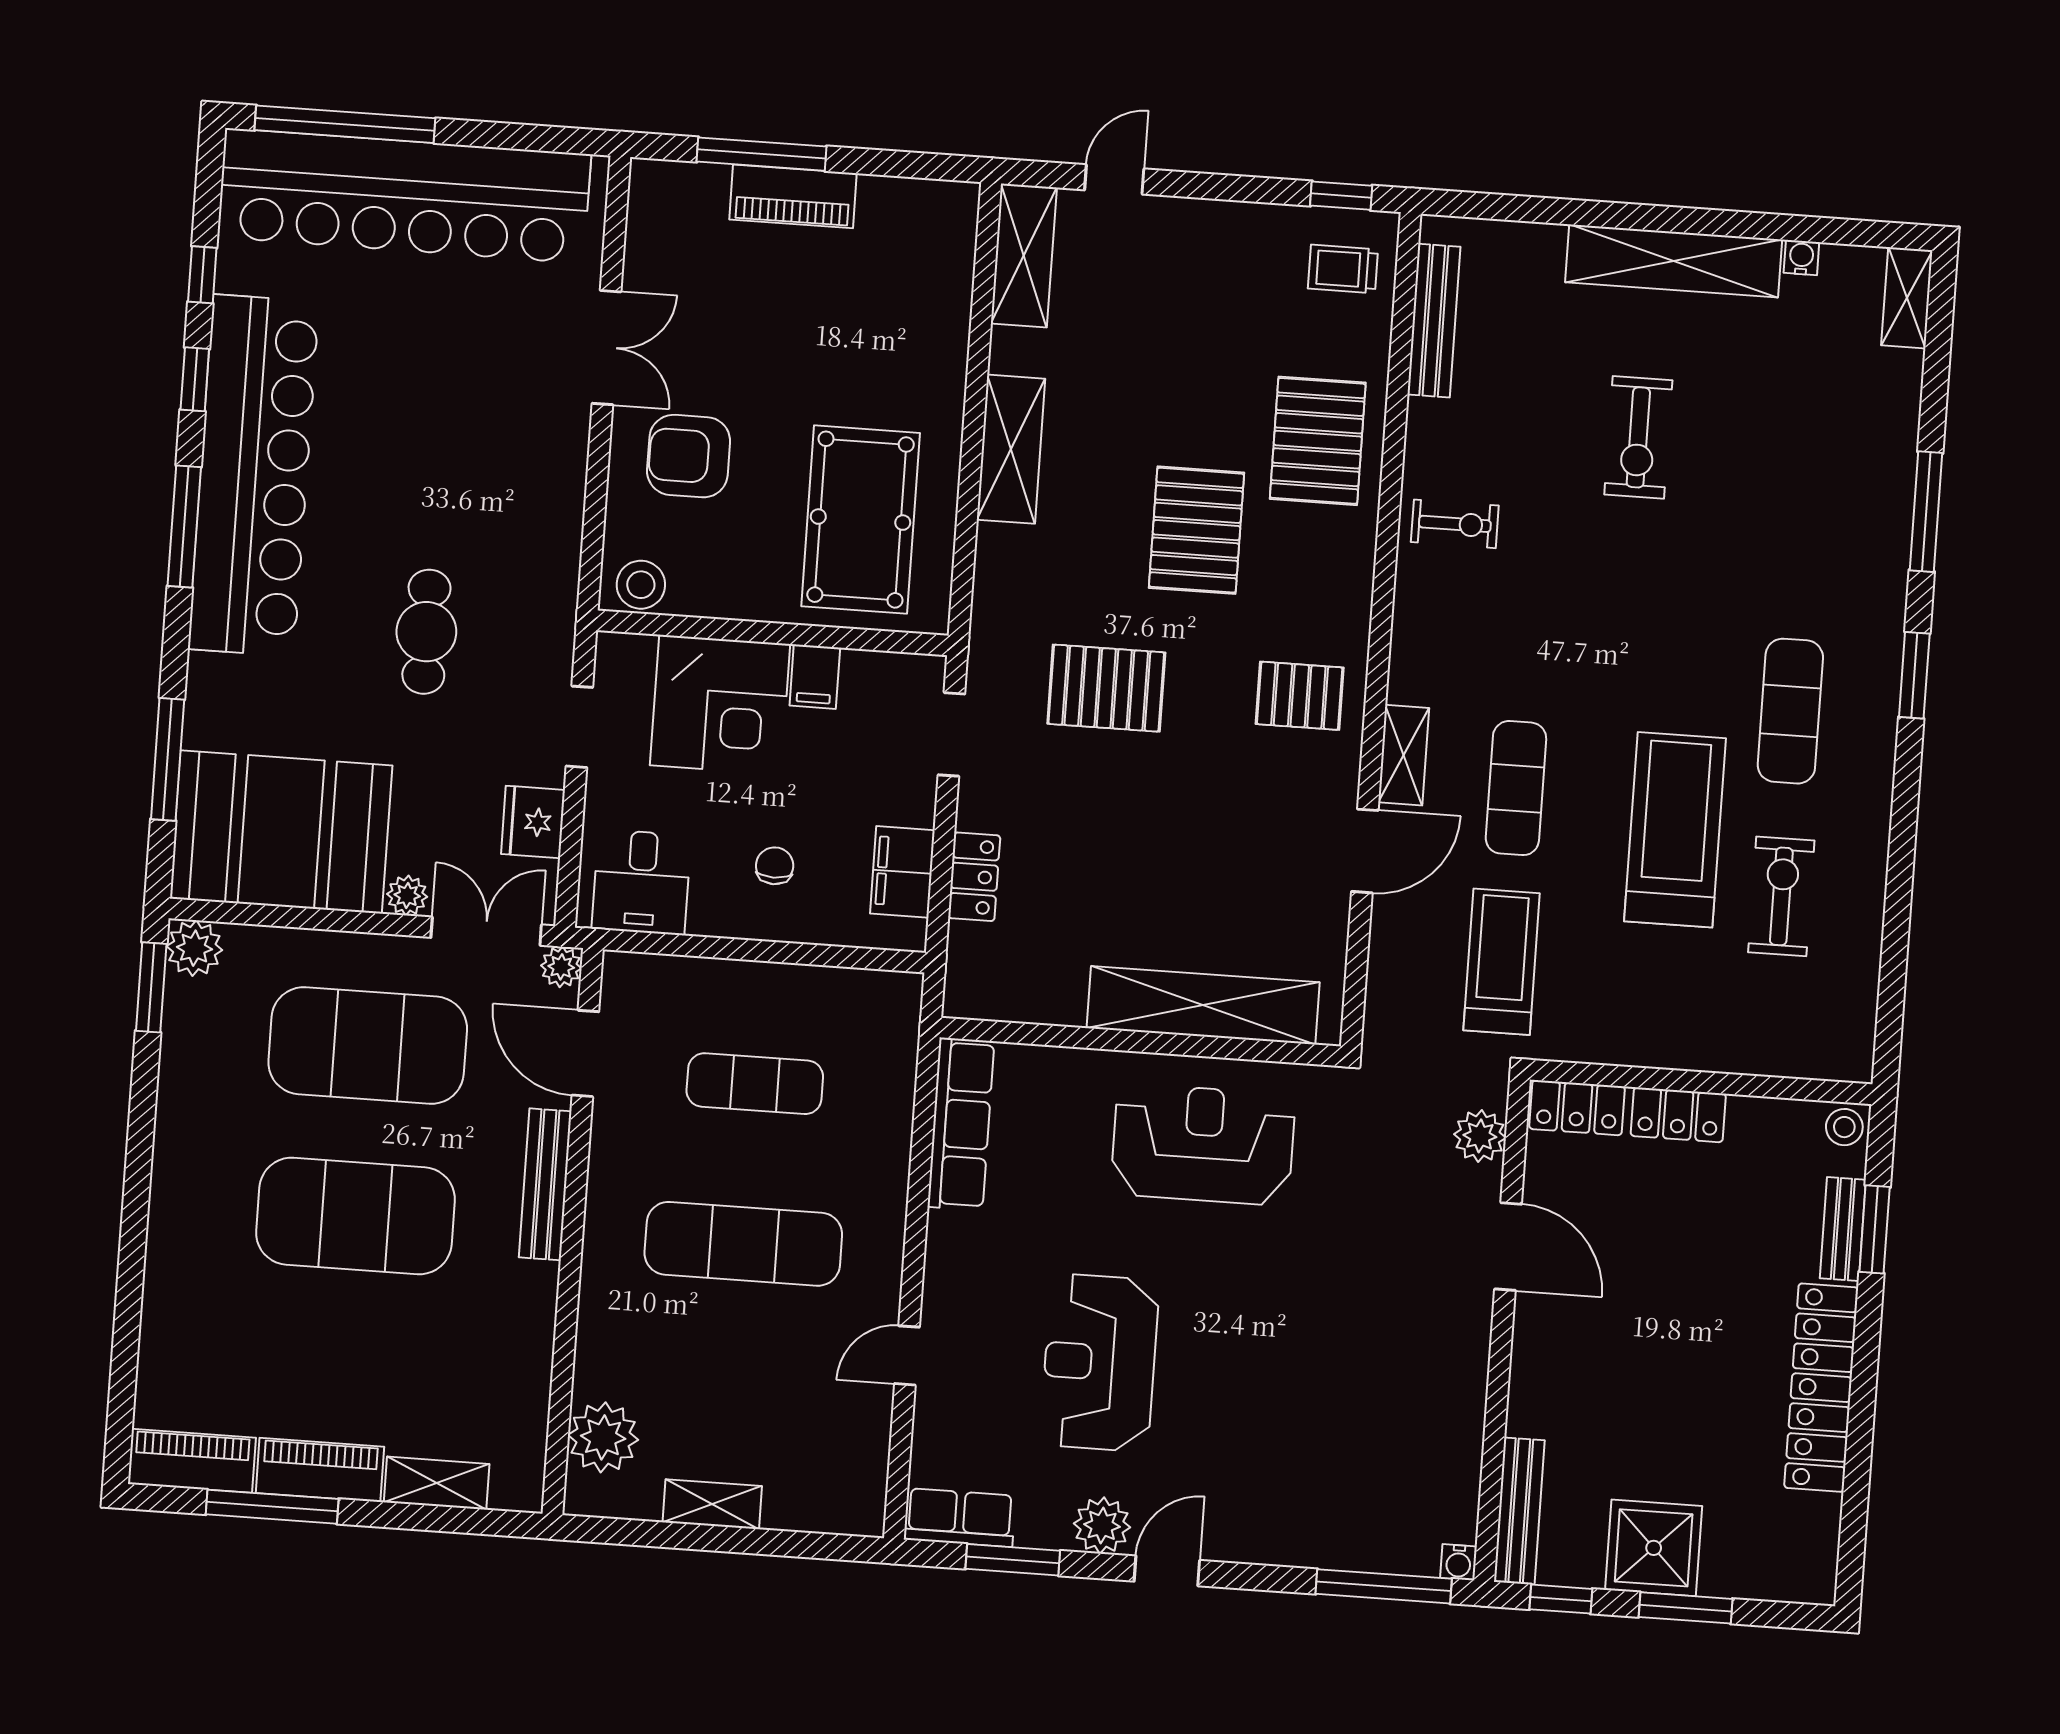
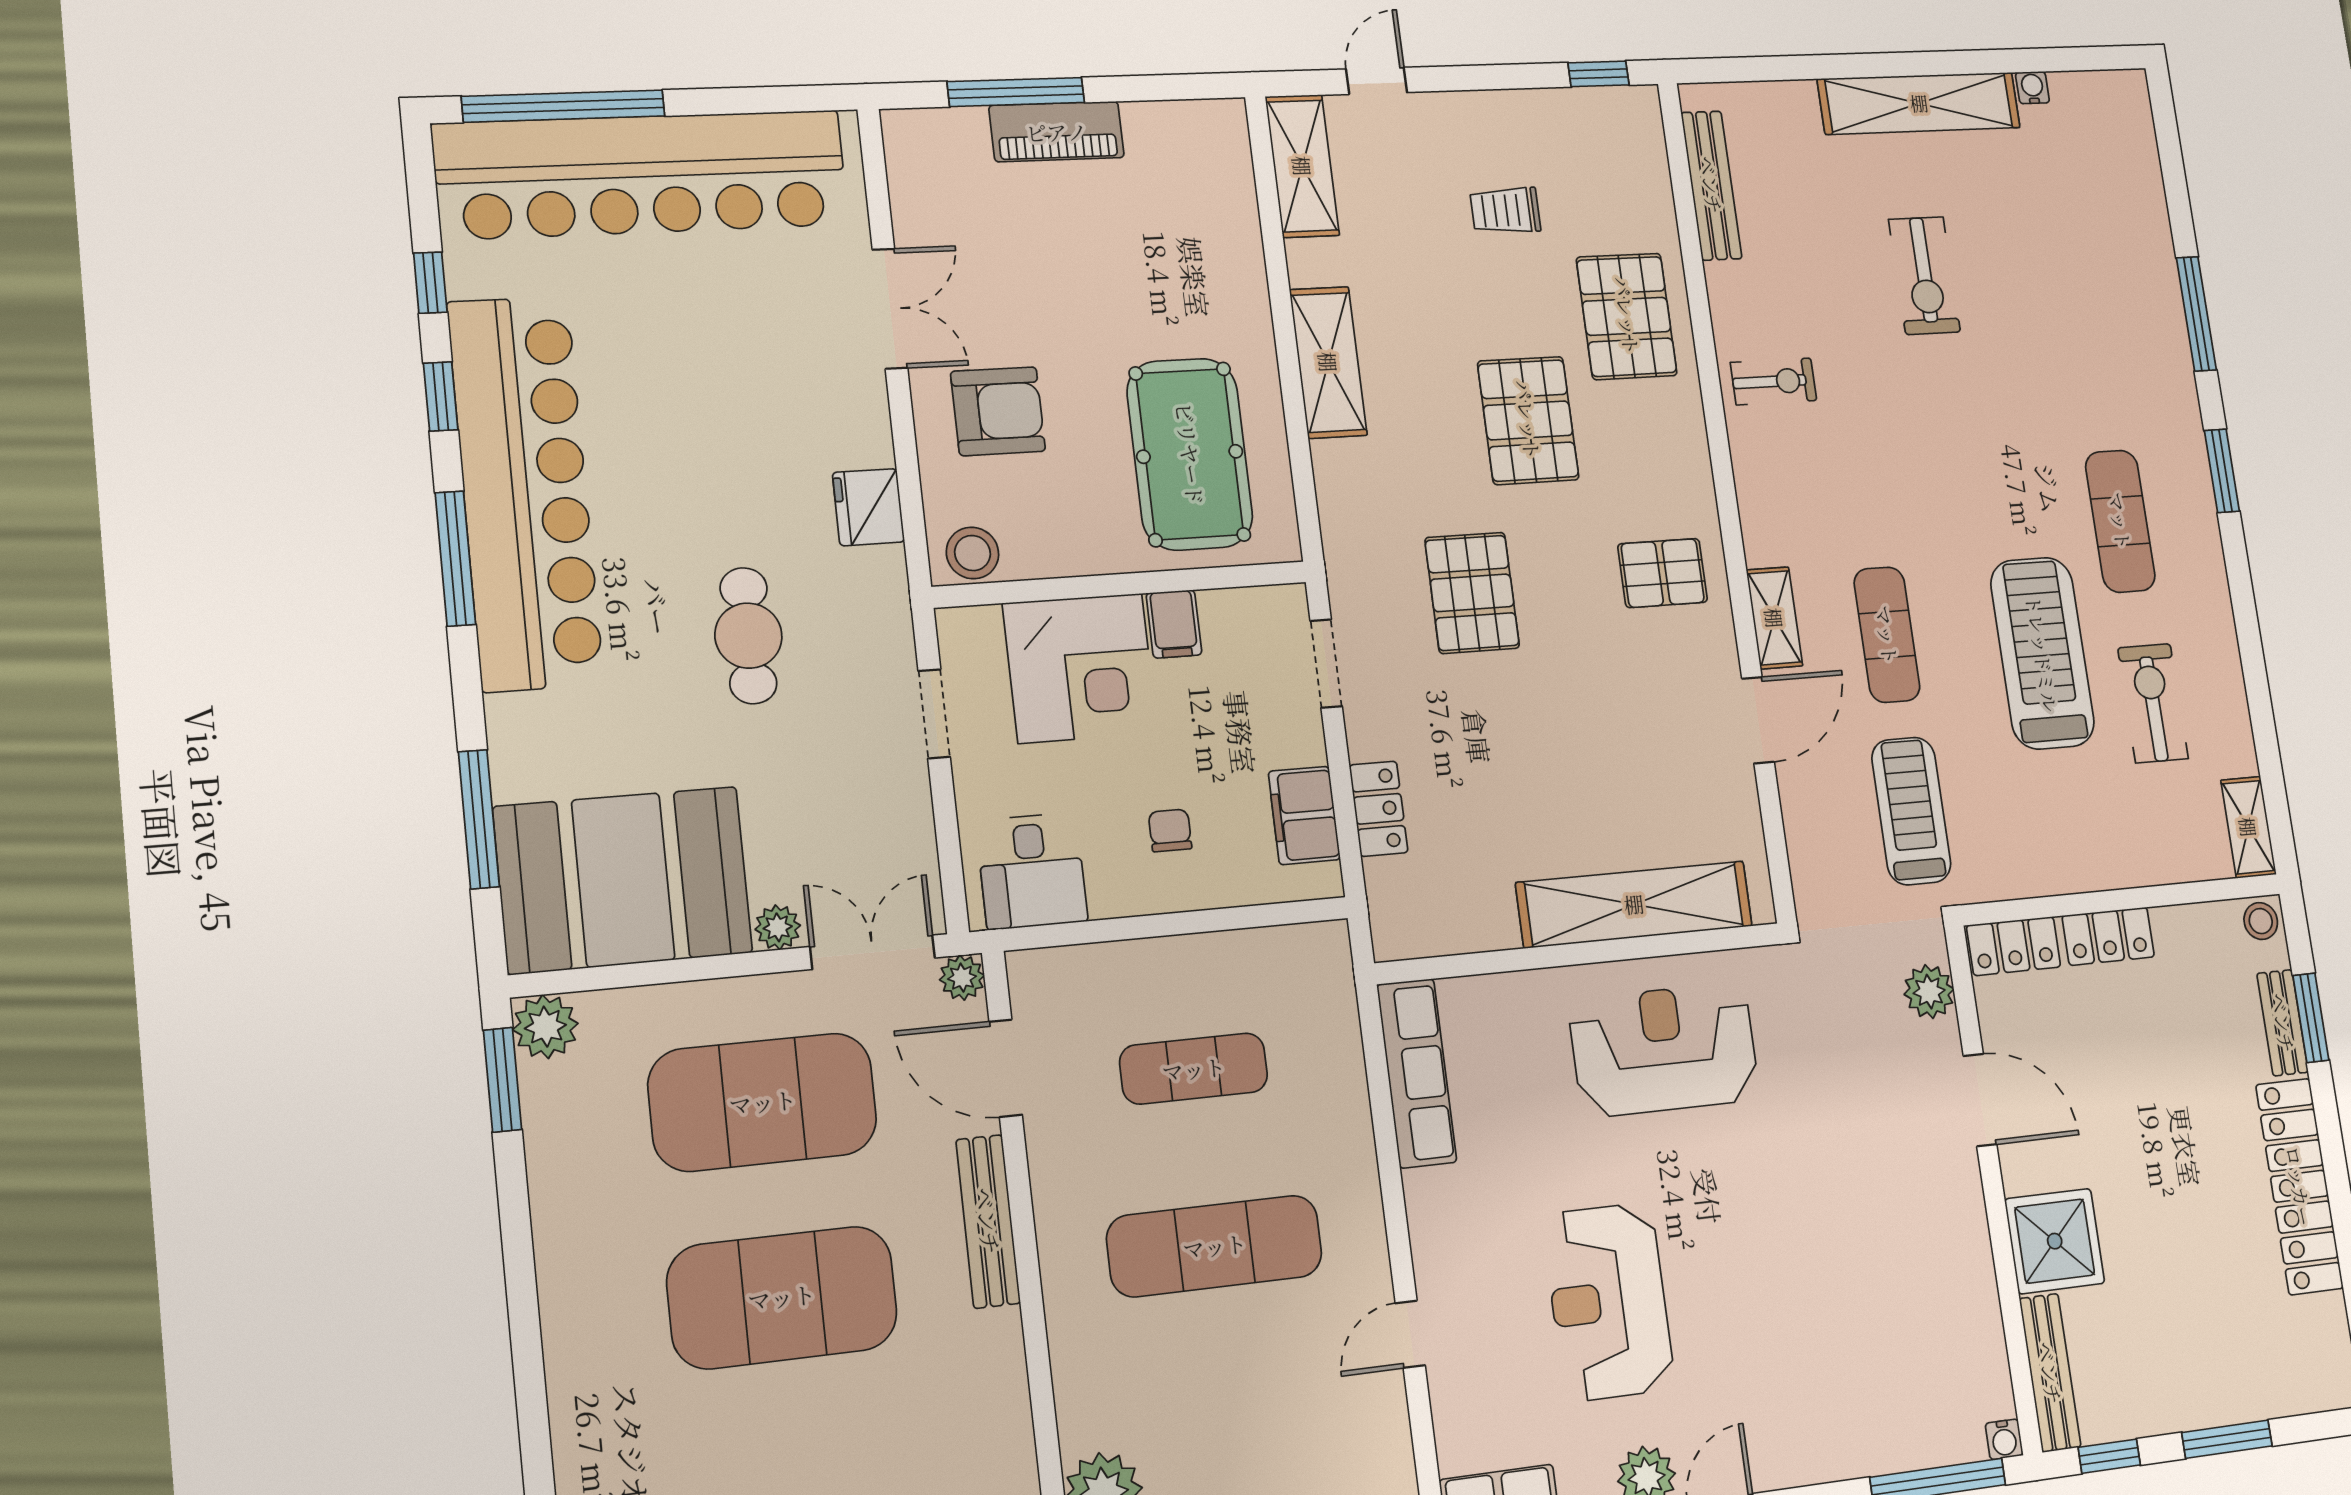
trolley: (1343, 269) -> (1505, 210), moved
shelving: (1907, 298) -> (2248, 827), moved
armchair: (689, 456) -> (998, 411), turned 180
pallet: (1106, 688) -> (1472, 593), turned 90
fridge: (533, 822) -> (868, 507), moved
shower: (1654, 1548) -> (2055, 1241), moved

